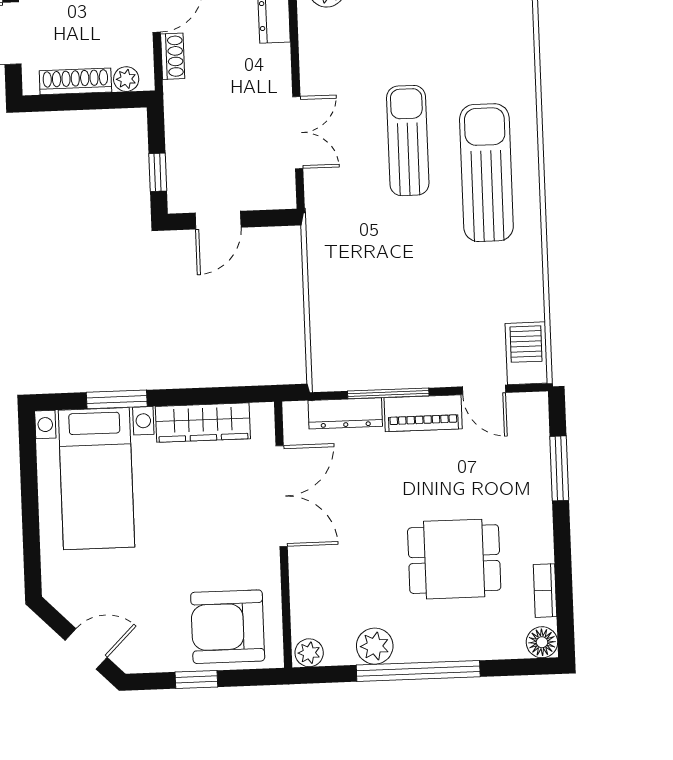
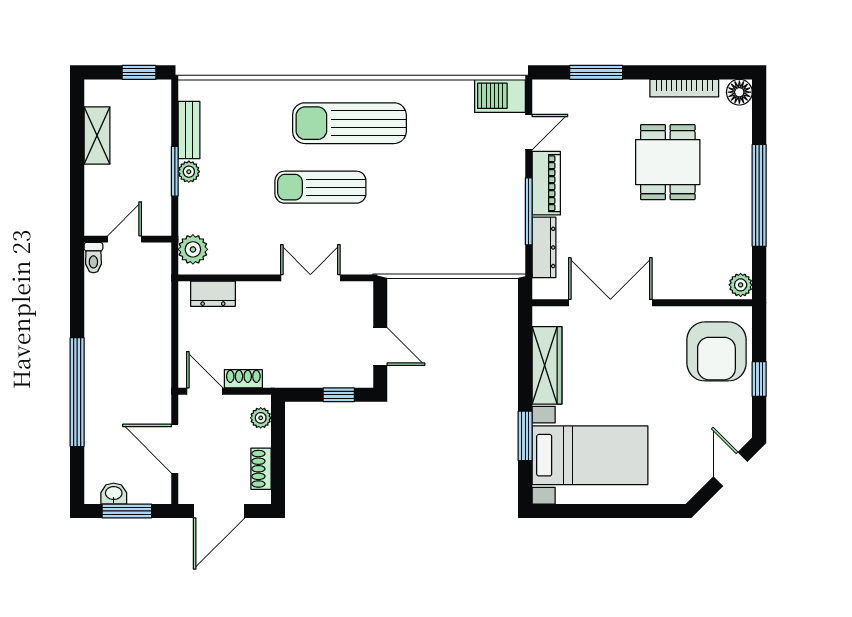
shoe rack: (75, 81) -> (261, 469), width x0.70
bookcase: (545, 591) -> (684, 88), width x1.56
plant: (375, 646) -> (737, 231), removed

